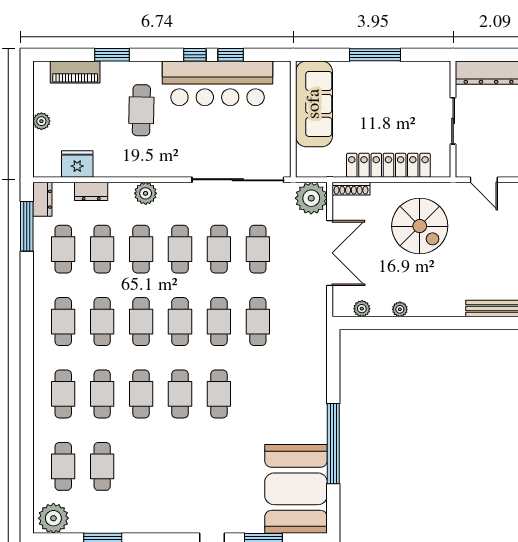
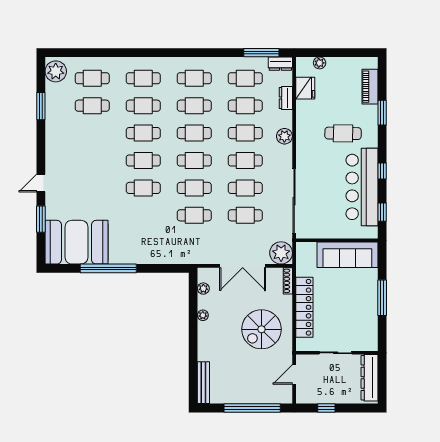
window: (231, 55) -> (382, 212), moved
plant: (41, 121) -> (320, 63), moved

